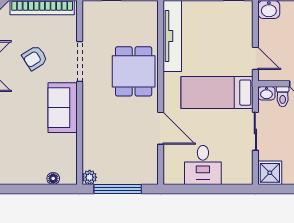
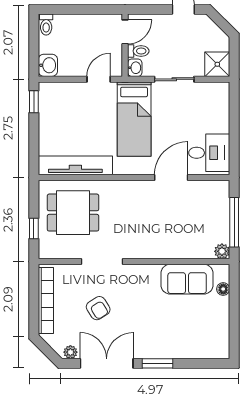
dining table: (134, 71) -> (73, 213), moved
sofa: (63, 108) -> (187, 279), moved
desk: (203, 165) -> (209, 153), moved

